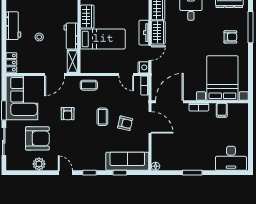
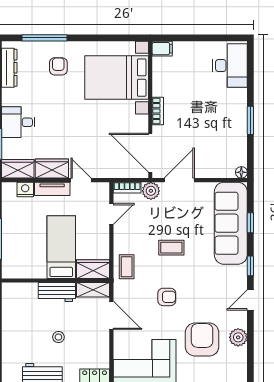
wardrobe: (87, 17) -> (93, 269), moved
nightstand: (143, 67) -> (25, 189), moved
plant: (142, 102) -> (151, 191), added
filing cabinet: (222, 110) -> (162, 49), moved
armchair: (125, 123) -> (181, 215), removed
sofa: (127, 161) -> (231, 223), width x1.36, depth x1.27

